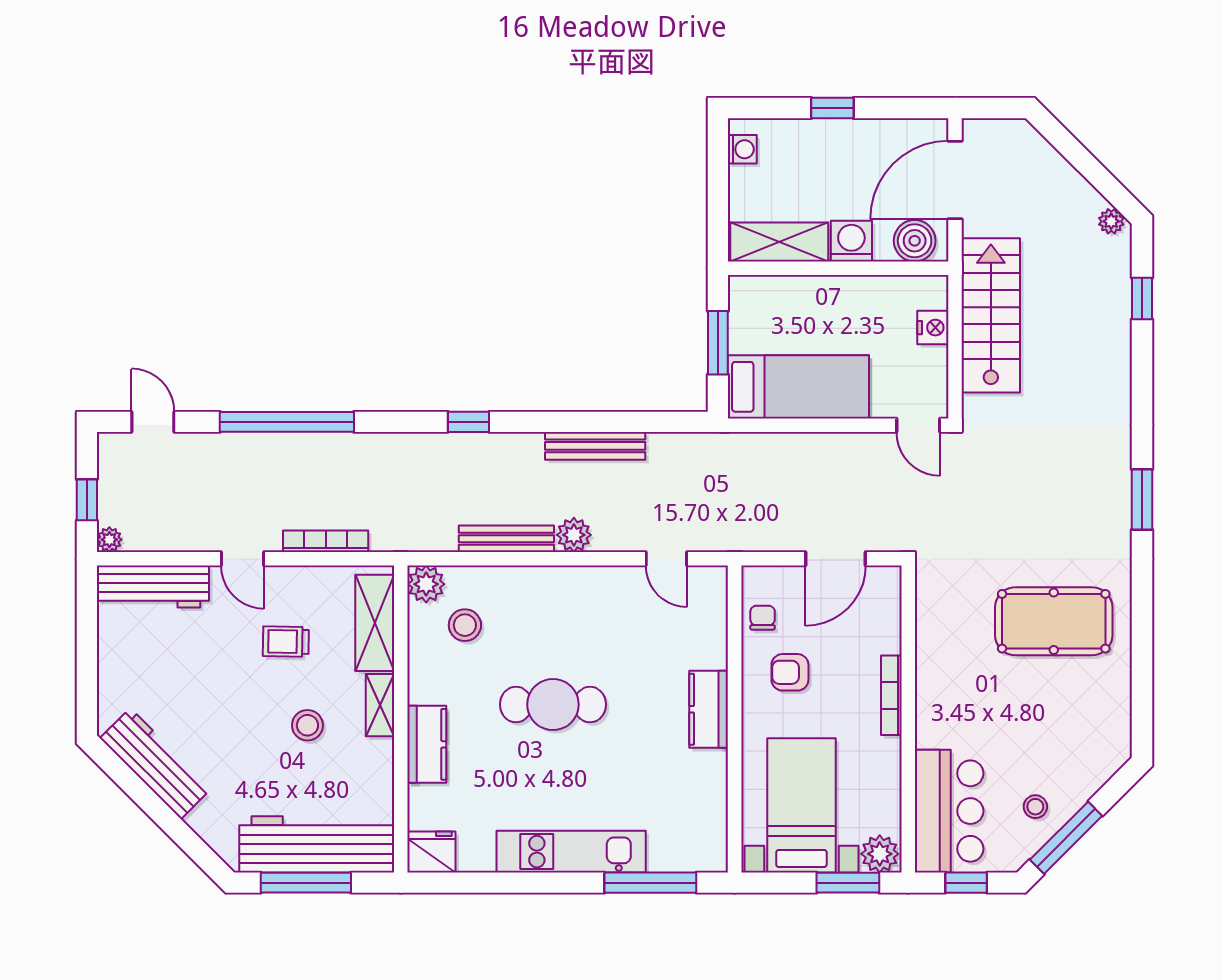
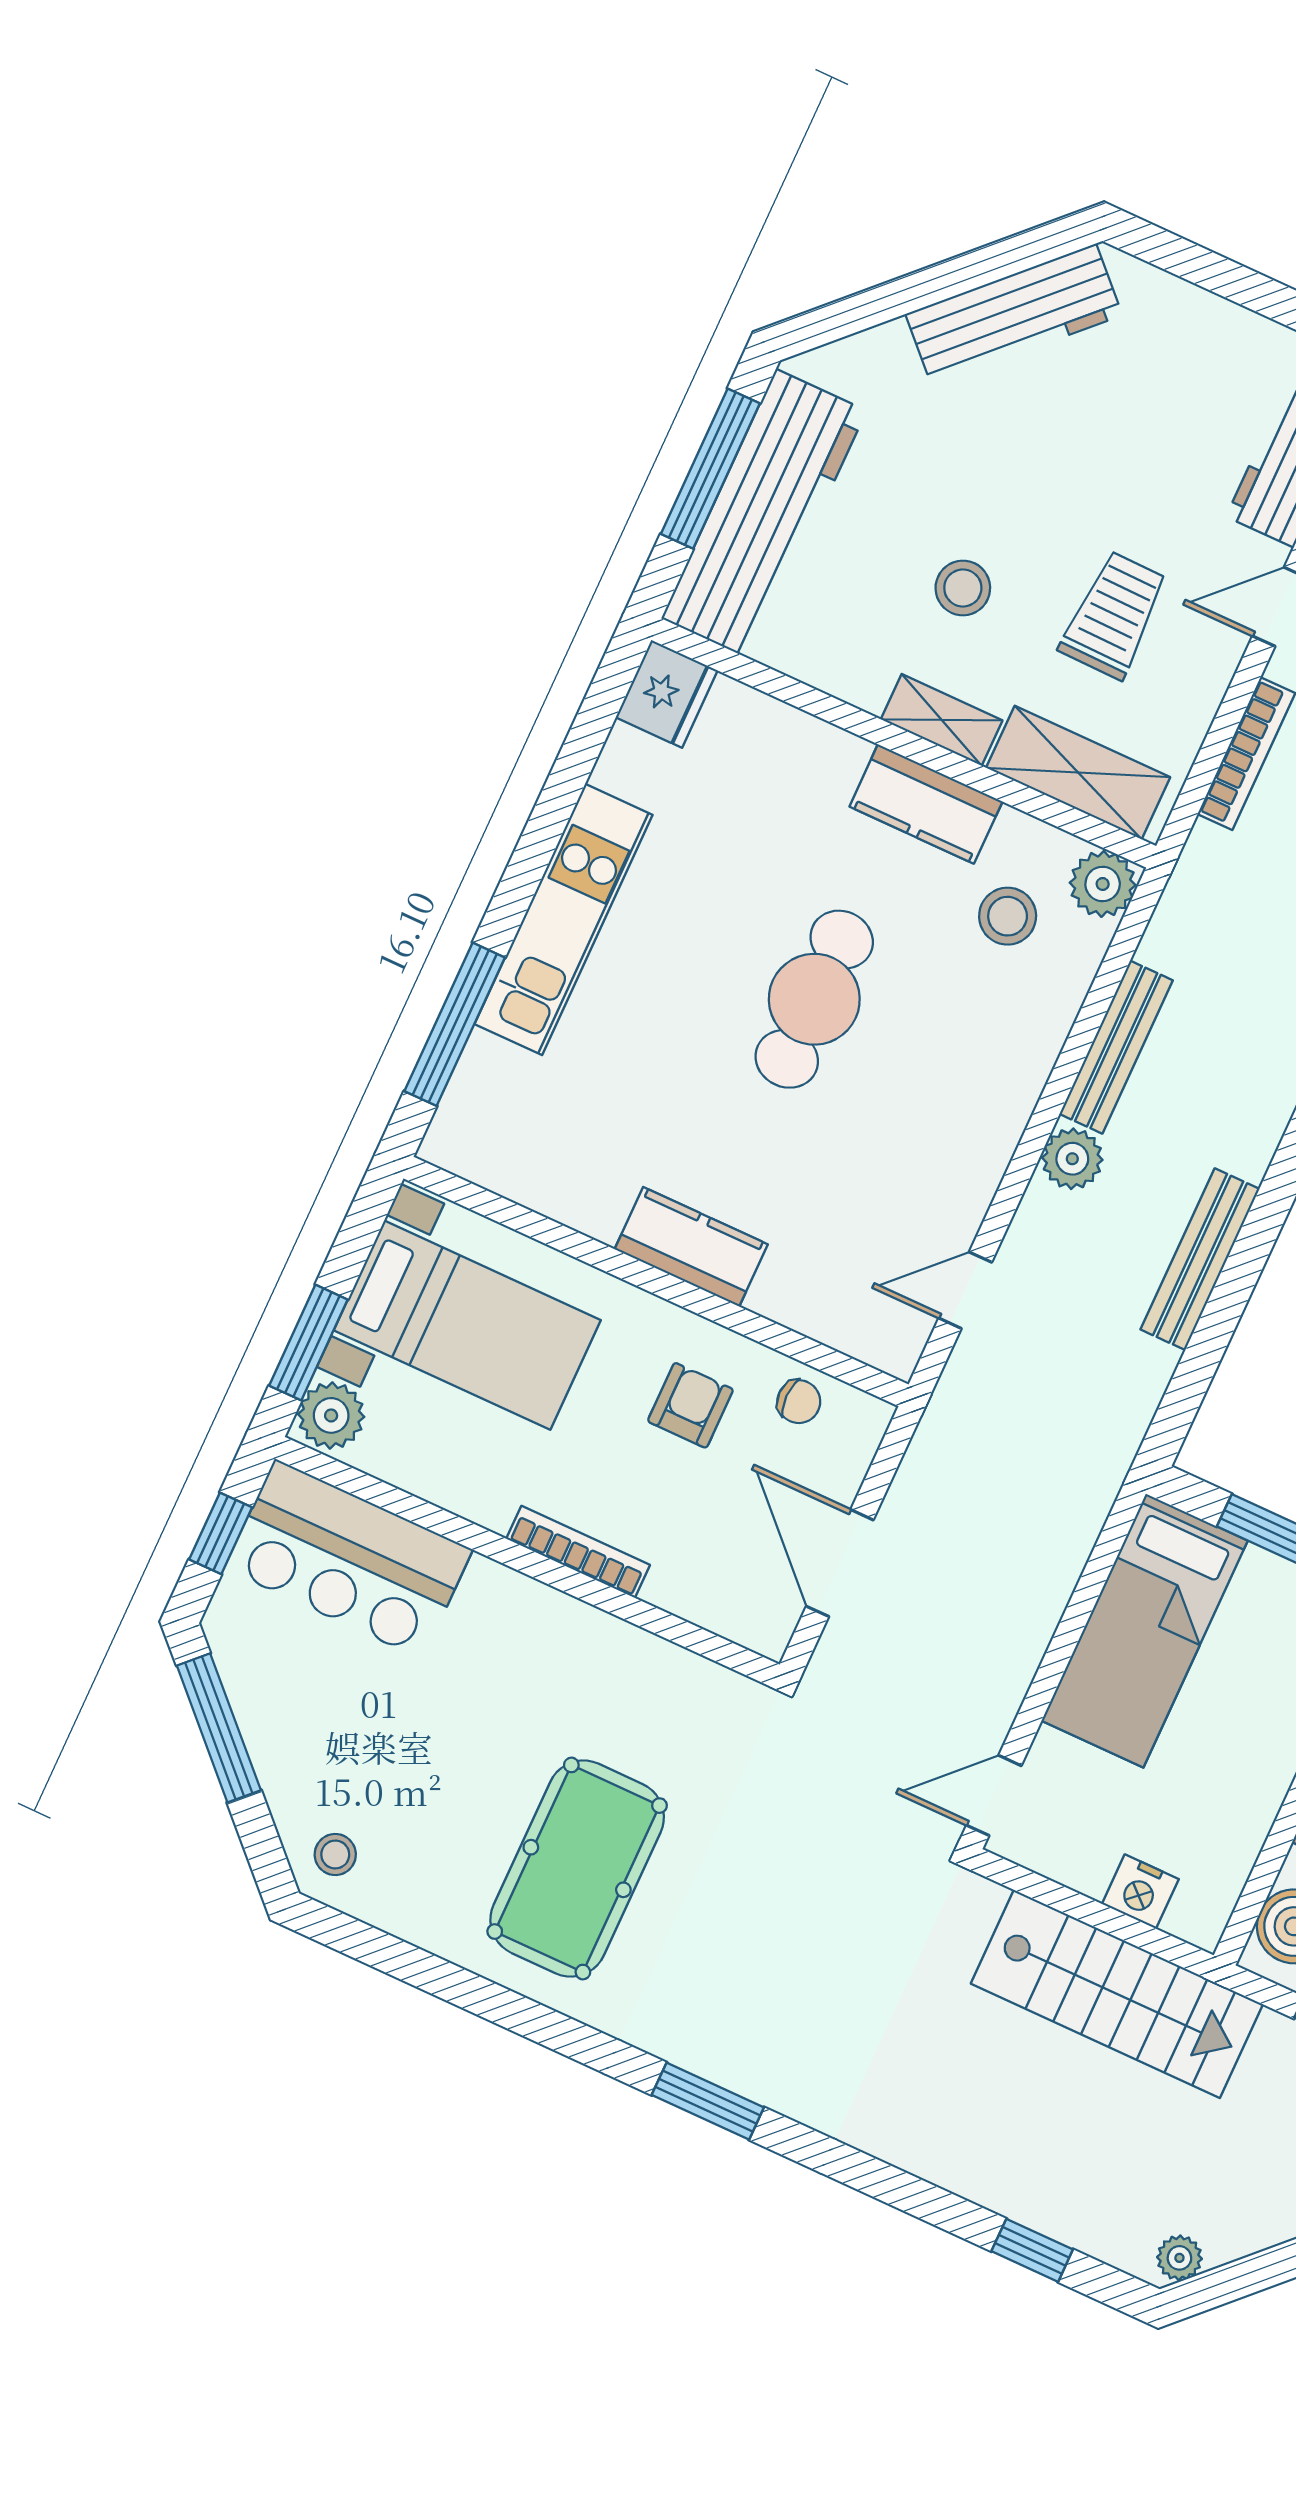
trolley: (286, 642) -> (1114, 615), width x1.36, depth x1.39
kitchen counter: (427, 744) -> (926, 804), moved
stool: (1035, 807) -> (335, 1855), moved

